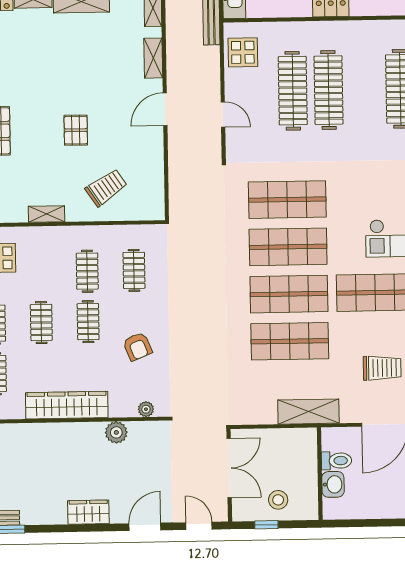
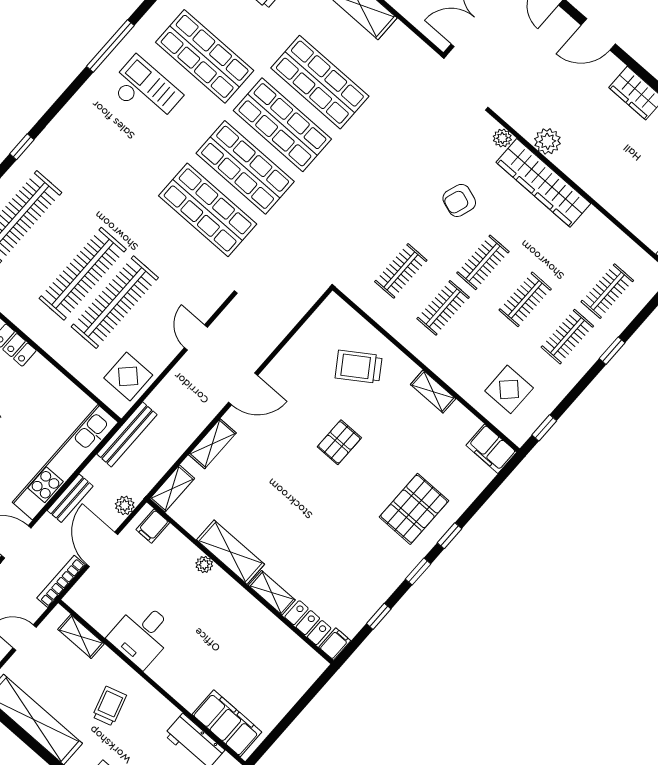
armchair: (137, 347) -> (459, 200), turned -139
wardrobe: (67, 405) -> (543, 183), moved

